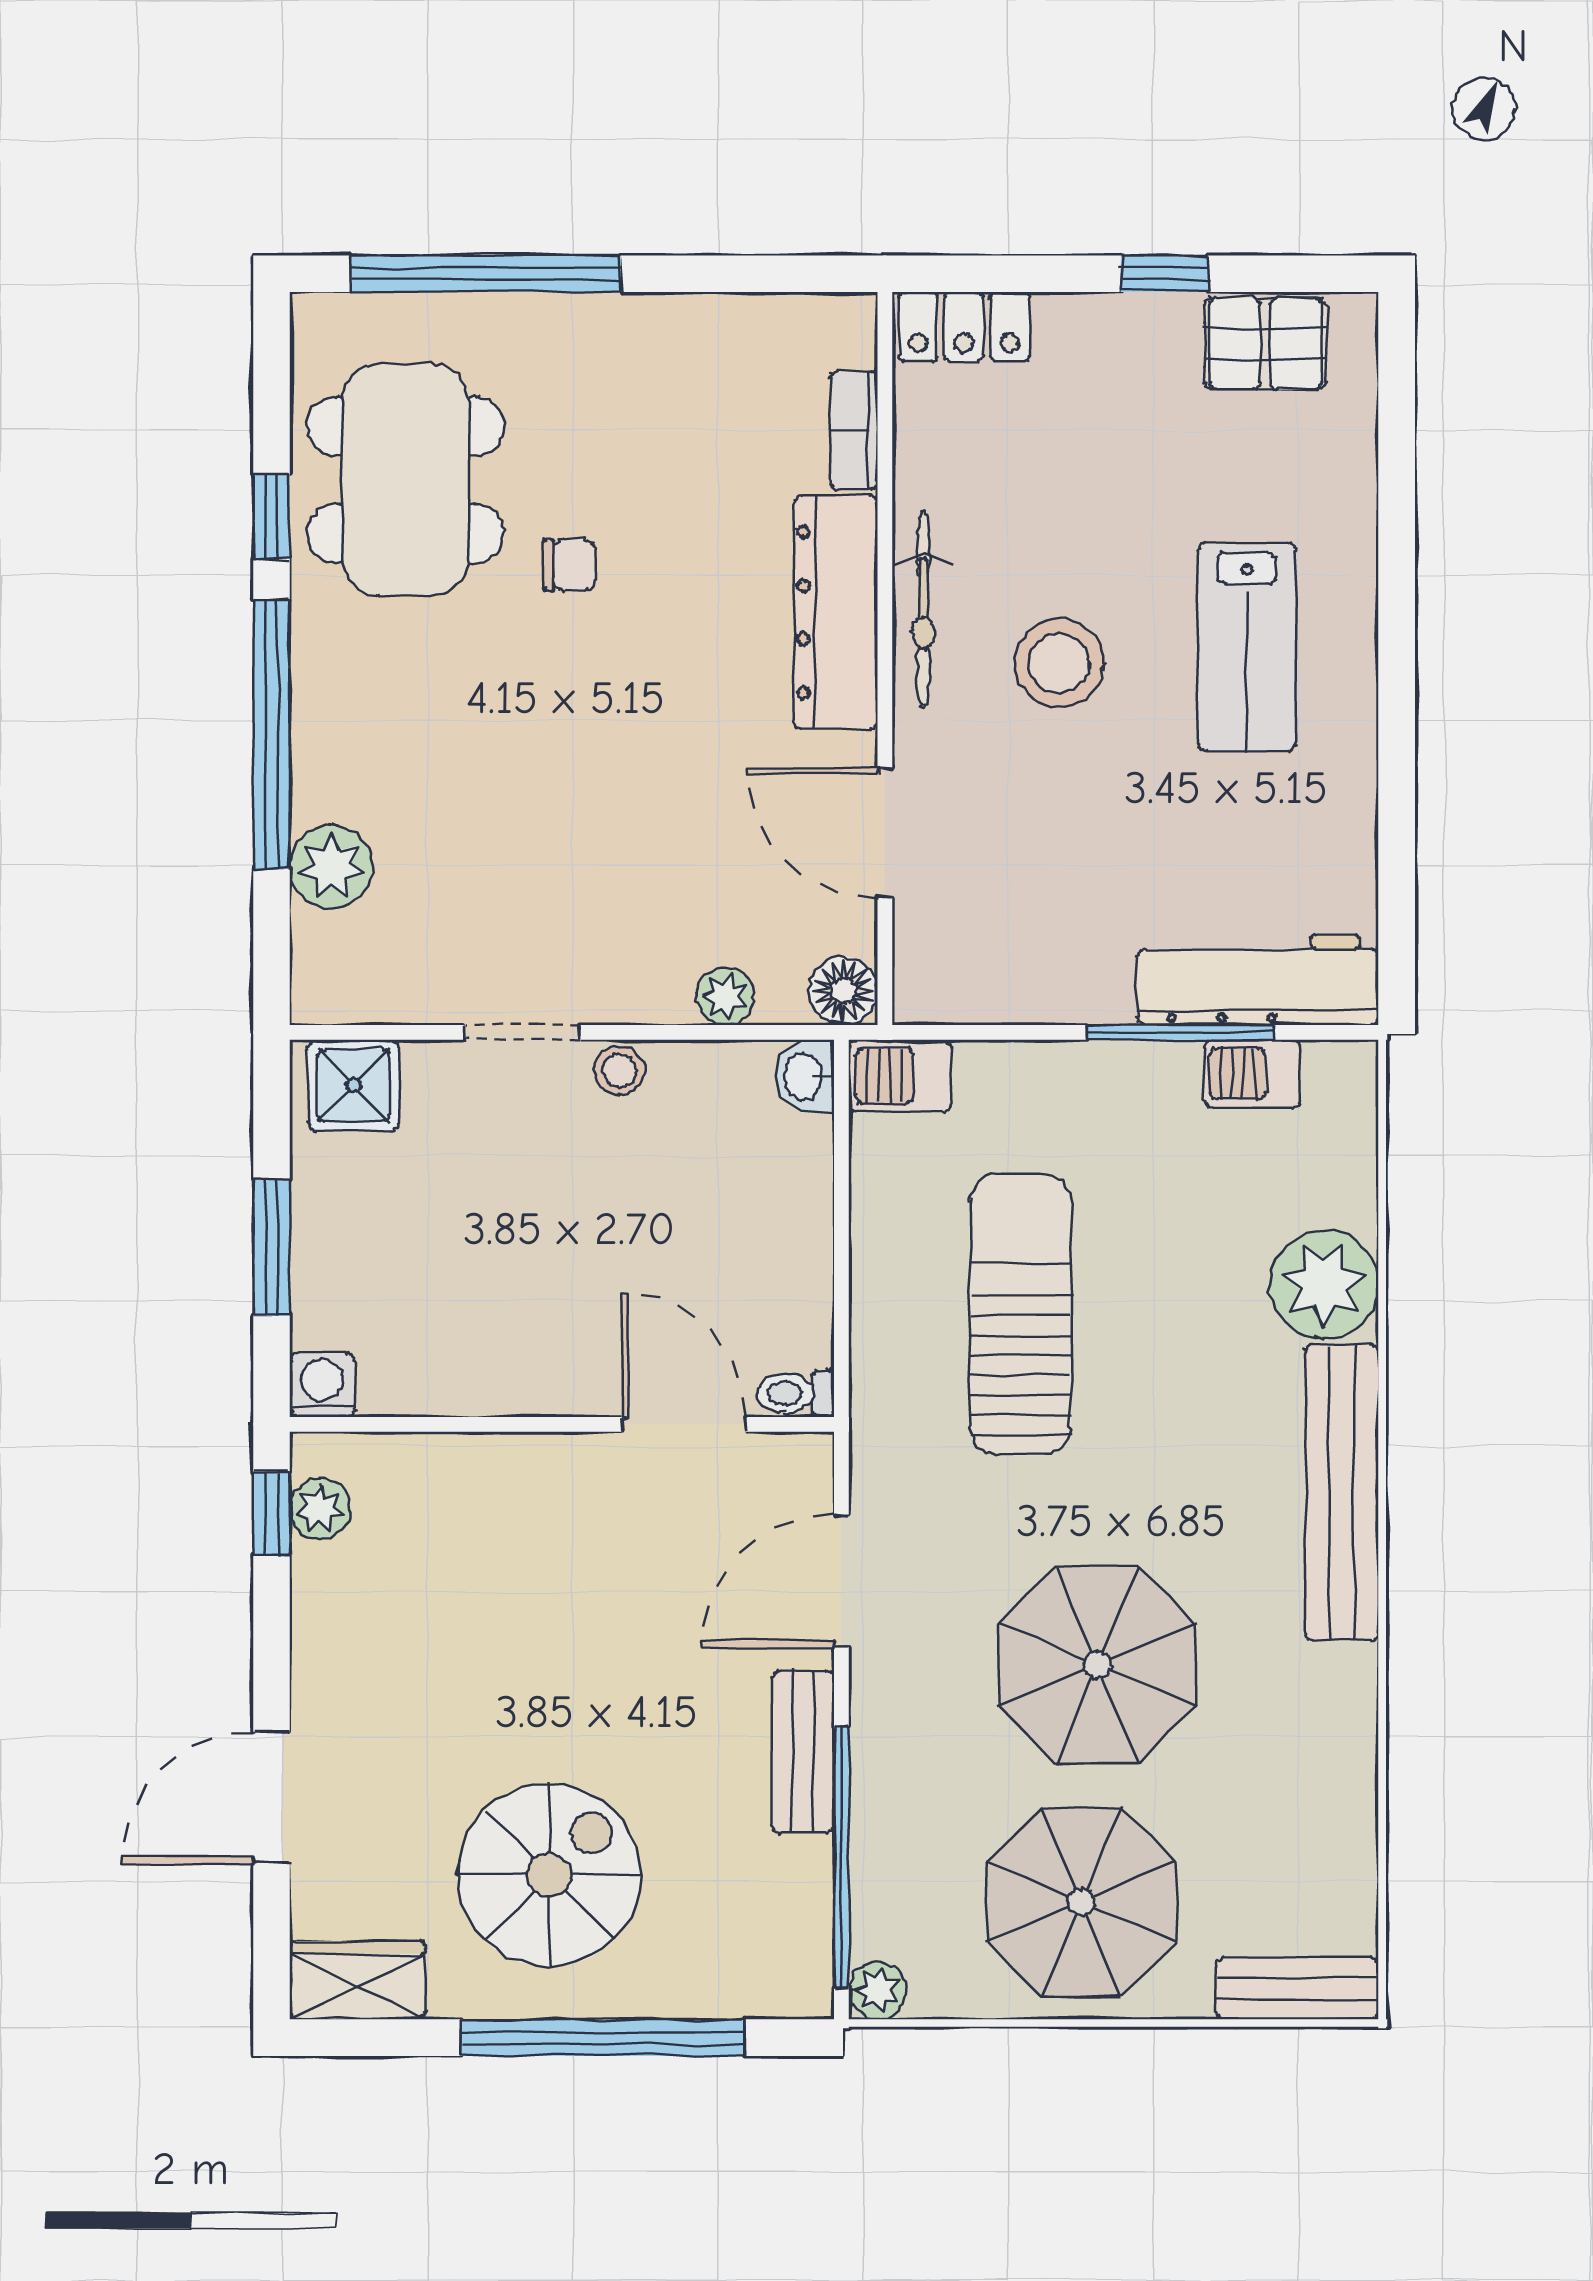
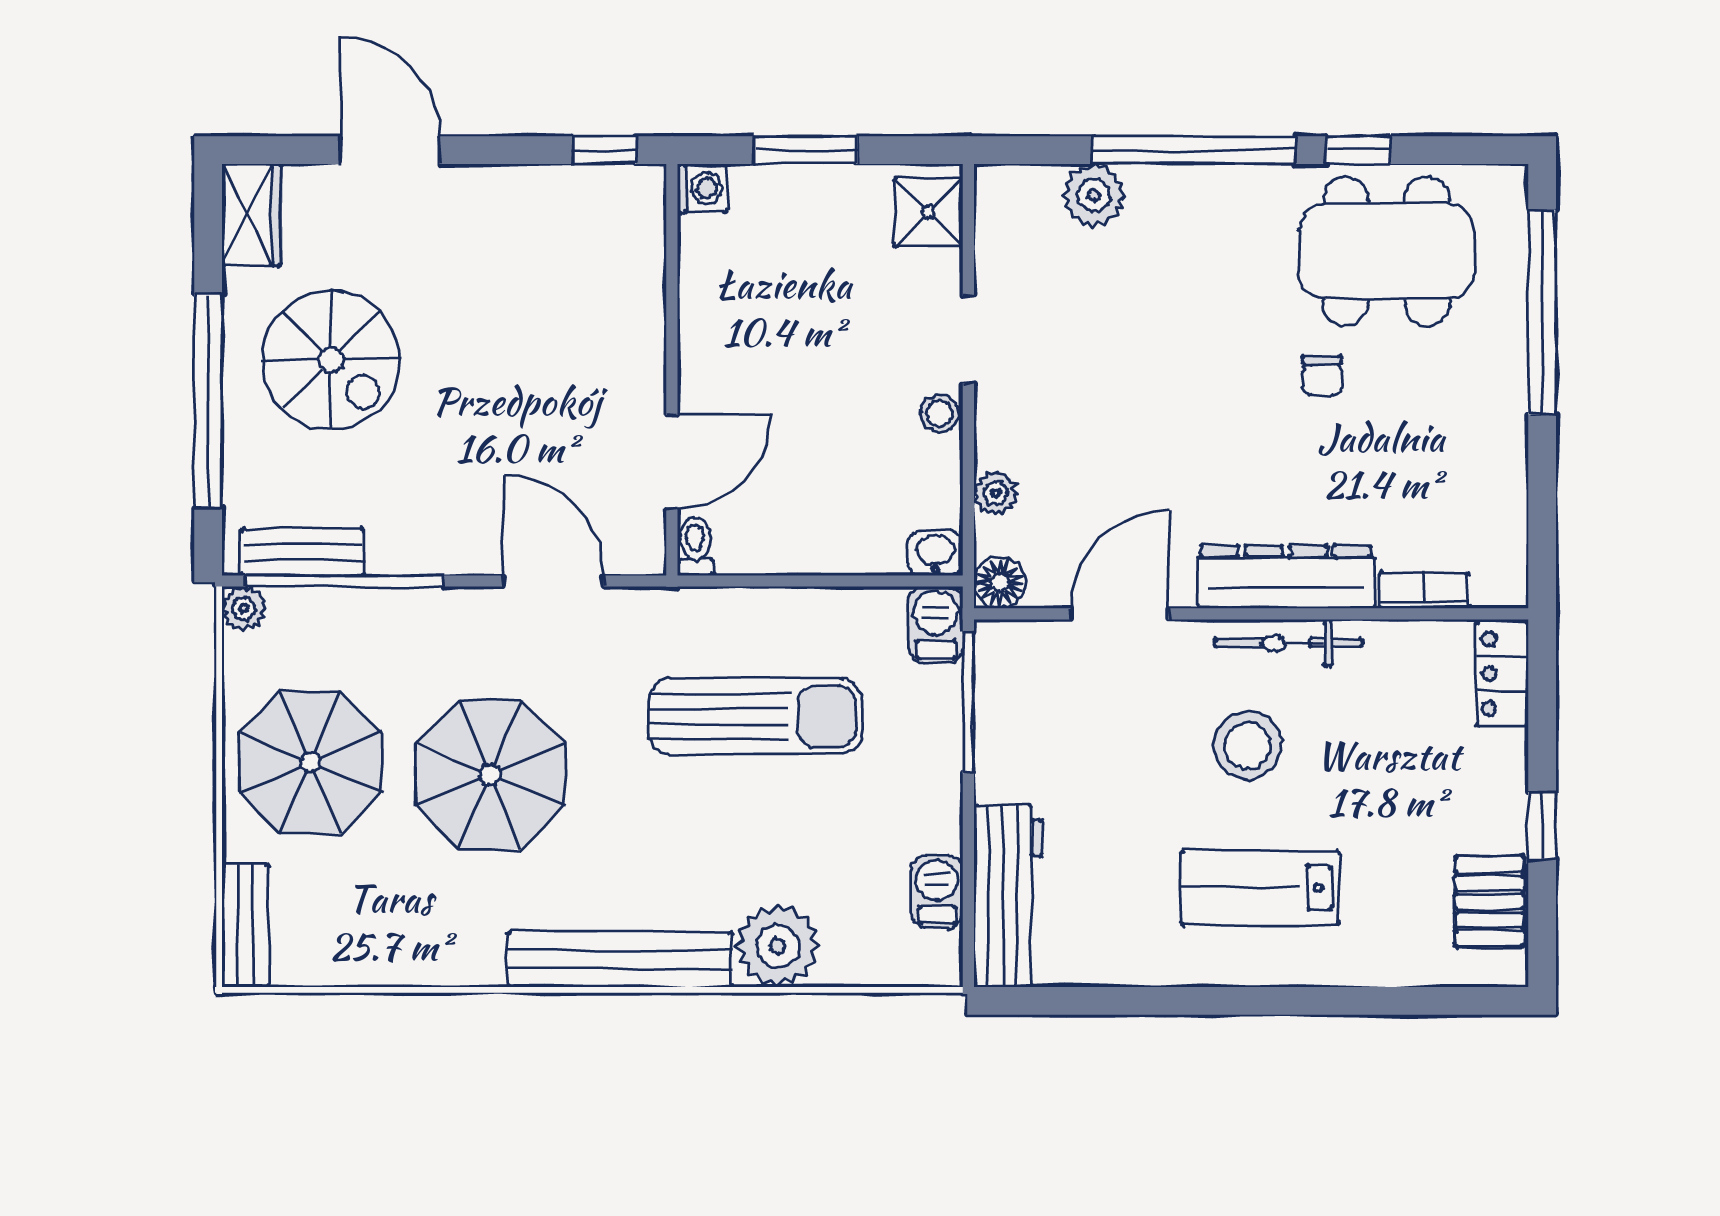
window: (1180, 1032) -> (968, 703), moved
plant: (320, 1509) -> (608, 187), removed
bench: (803, 1752) -> (302, 552), moved

